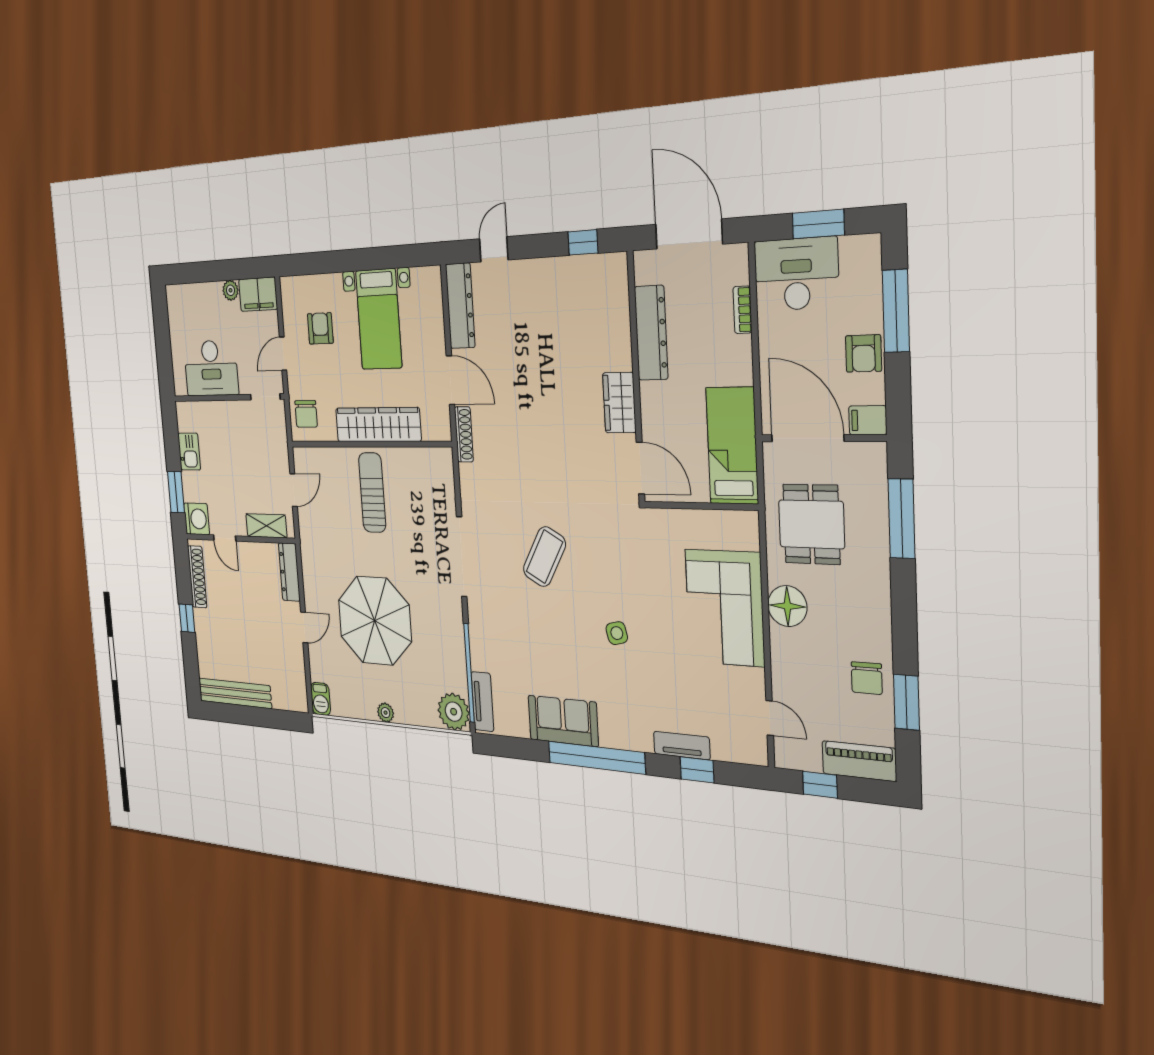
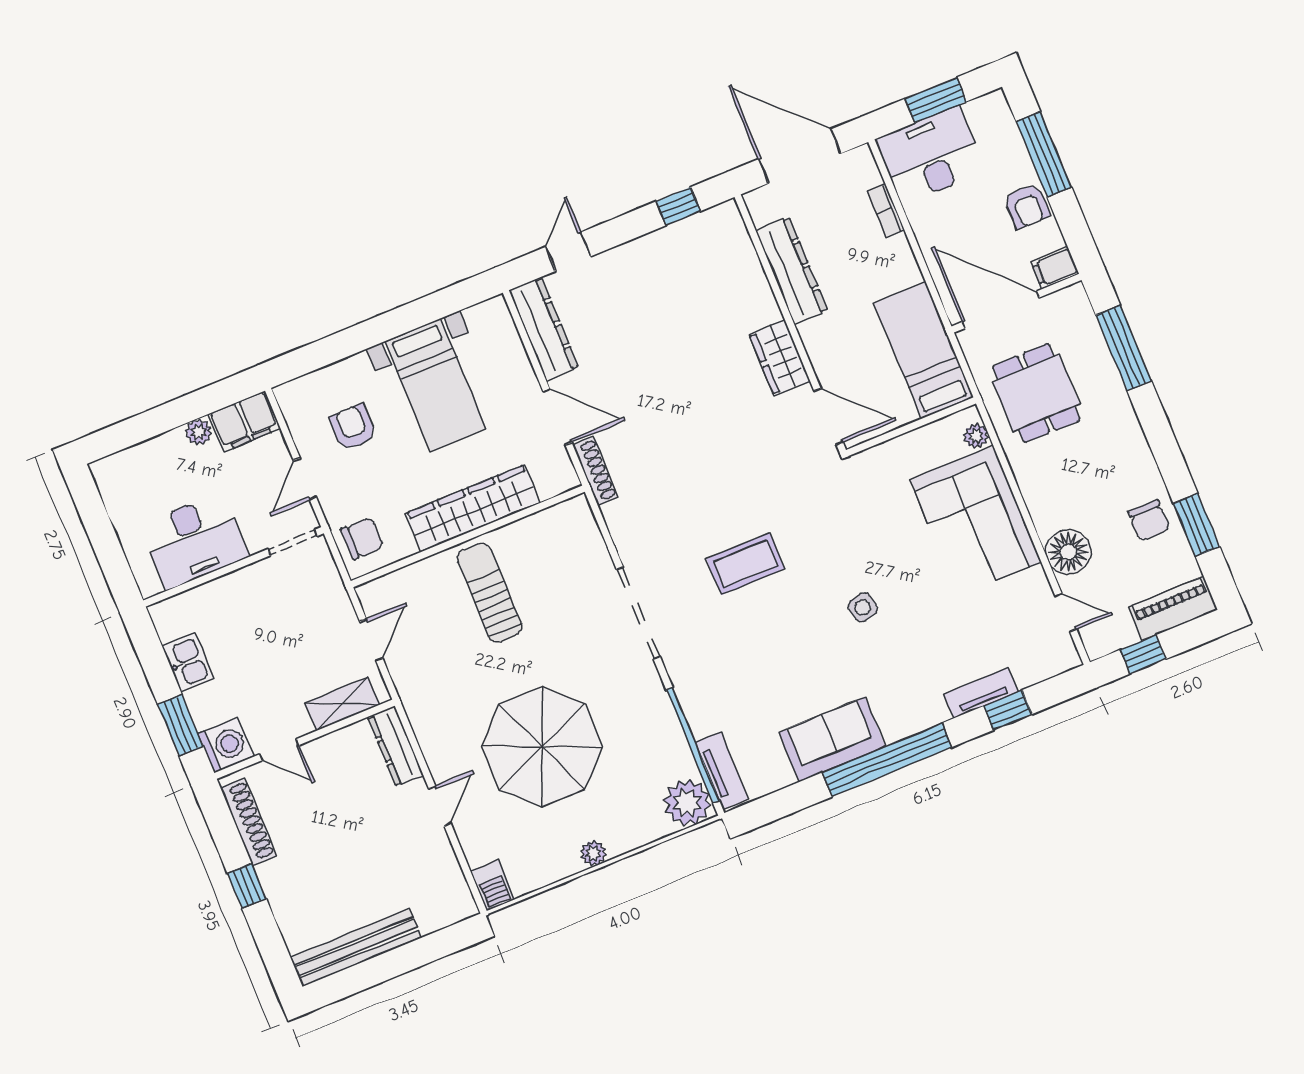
chair: (306, 414) -> (362, 538), turned -90
plant: (749, 538) -> (976, 436), added
coffee table: (544, 557) -> (746, 564), turned 61
floor lamp: (787, 606) -> (1068, 552), moved

